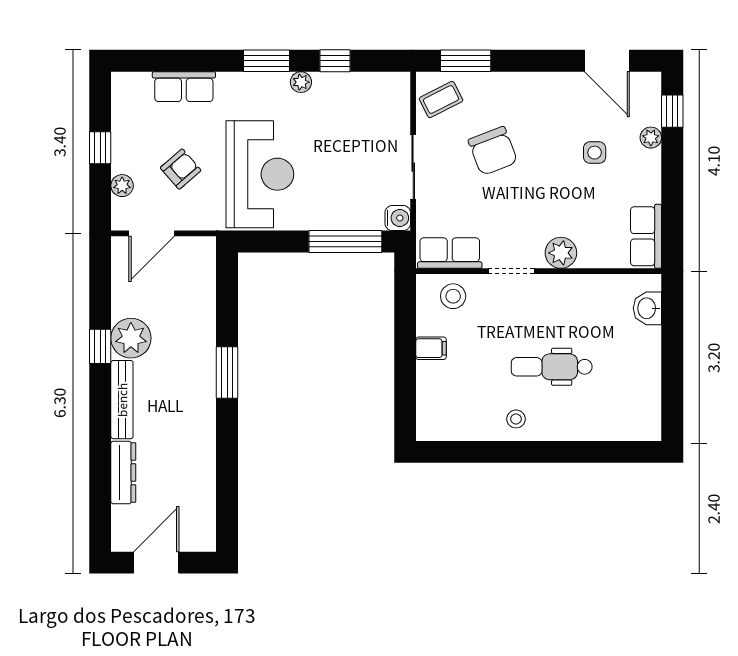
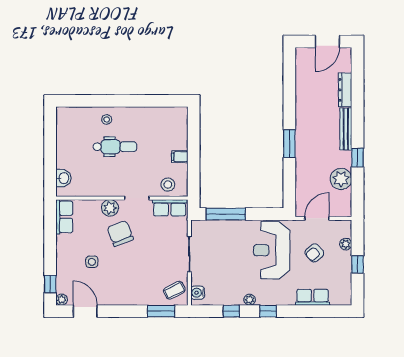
window: (266, 61) -> (268, 311), width x0.67
plant: (651, 138) -> (62, 300), moved
chair: (493, 151) -> (120, 233), moved
water cooler: (398, 218) -> (198, 293), moved
door: (152, 233) -> (317, 218), moved
plant: (131, 338) -> (341, 179), moved
stool: (516, 419) -> (107, 119), moved

